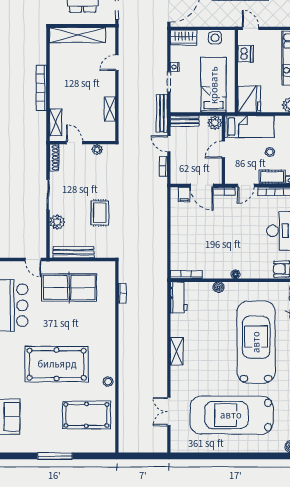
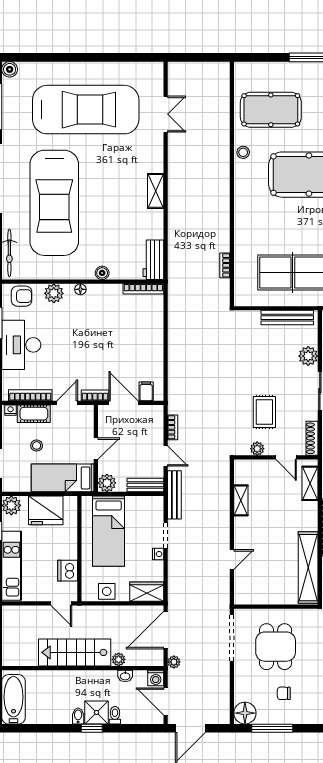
shelving: (78, 35) -> (308, 568), moved, turned 90
fridge: (249, 99) -> (46, 510), moved, turned -90
rug: (100, 213) -> (264, 412), moved
plant: (256, 271) -> (54, 293), added

